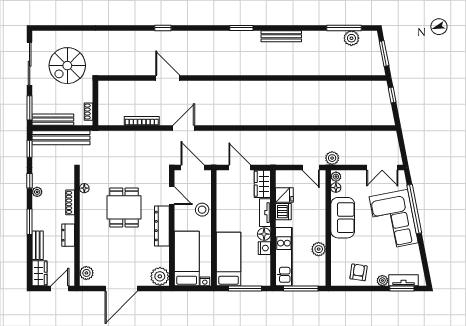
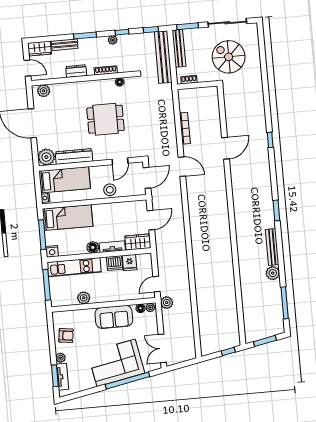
plant: (351, 38) -> (273, 273), moved
dresser: (162, 226) -> (74, 156), moved
nightstand: (264, 248) -> (52, 251), moved

